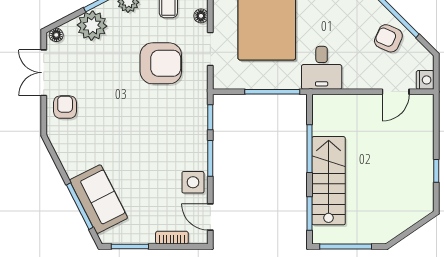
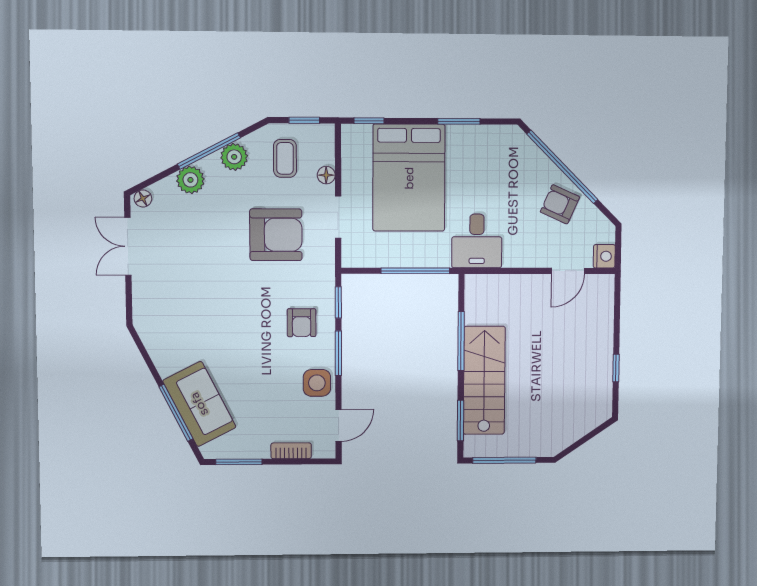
plant: (92, 26) -> (190, 180), width x0.73, depth x0.73
armchair: (65, 107) -> (302, 323), moved, turned 180
door: (210, 217) -> (339, 425), swing flipped

